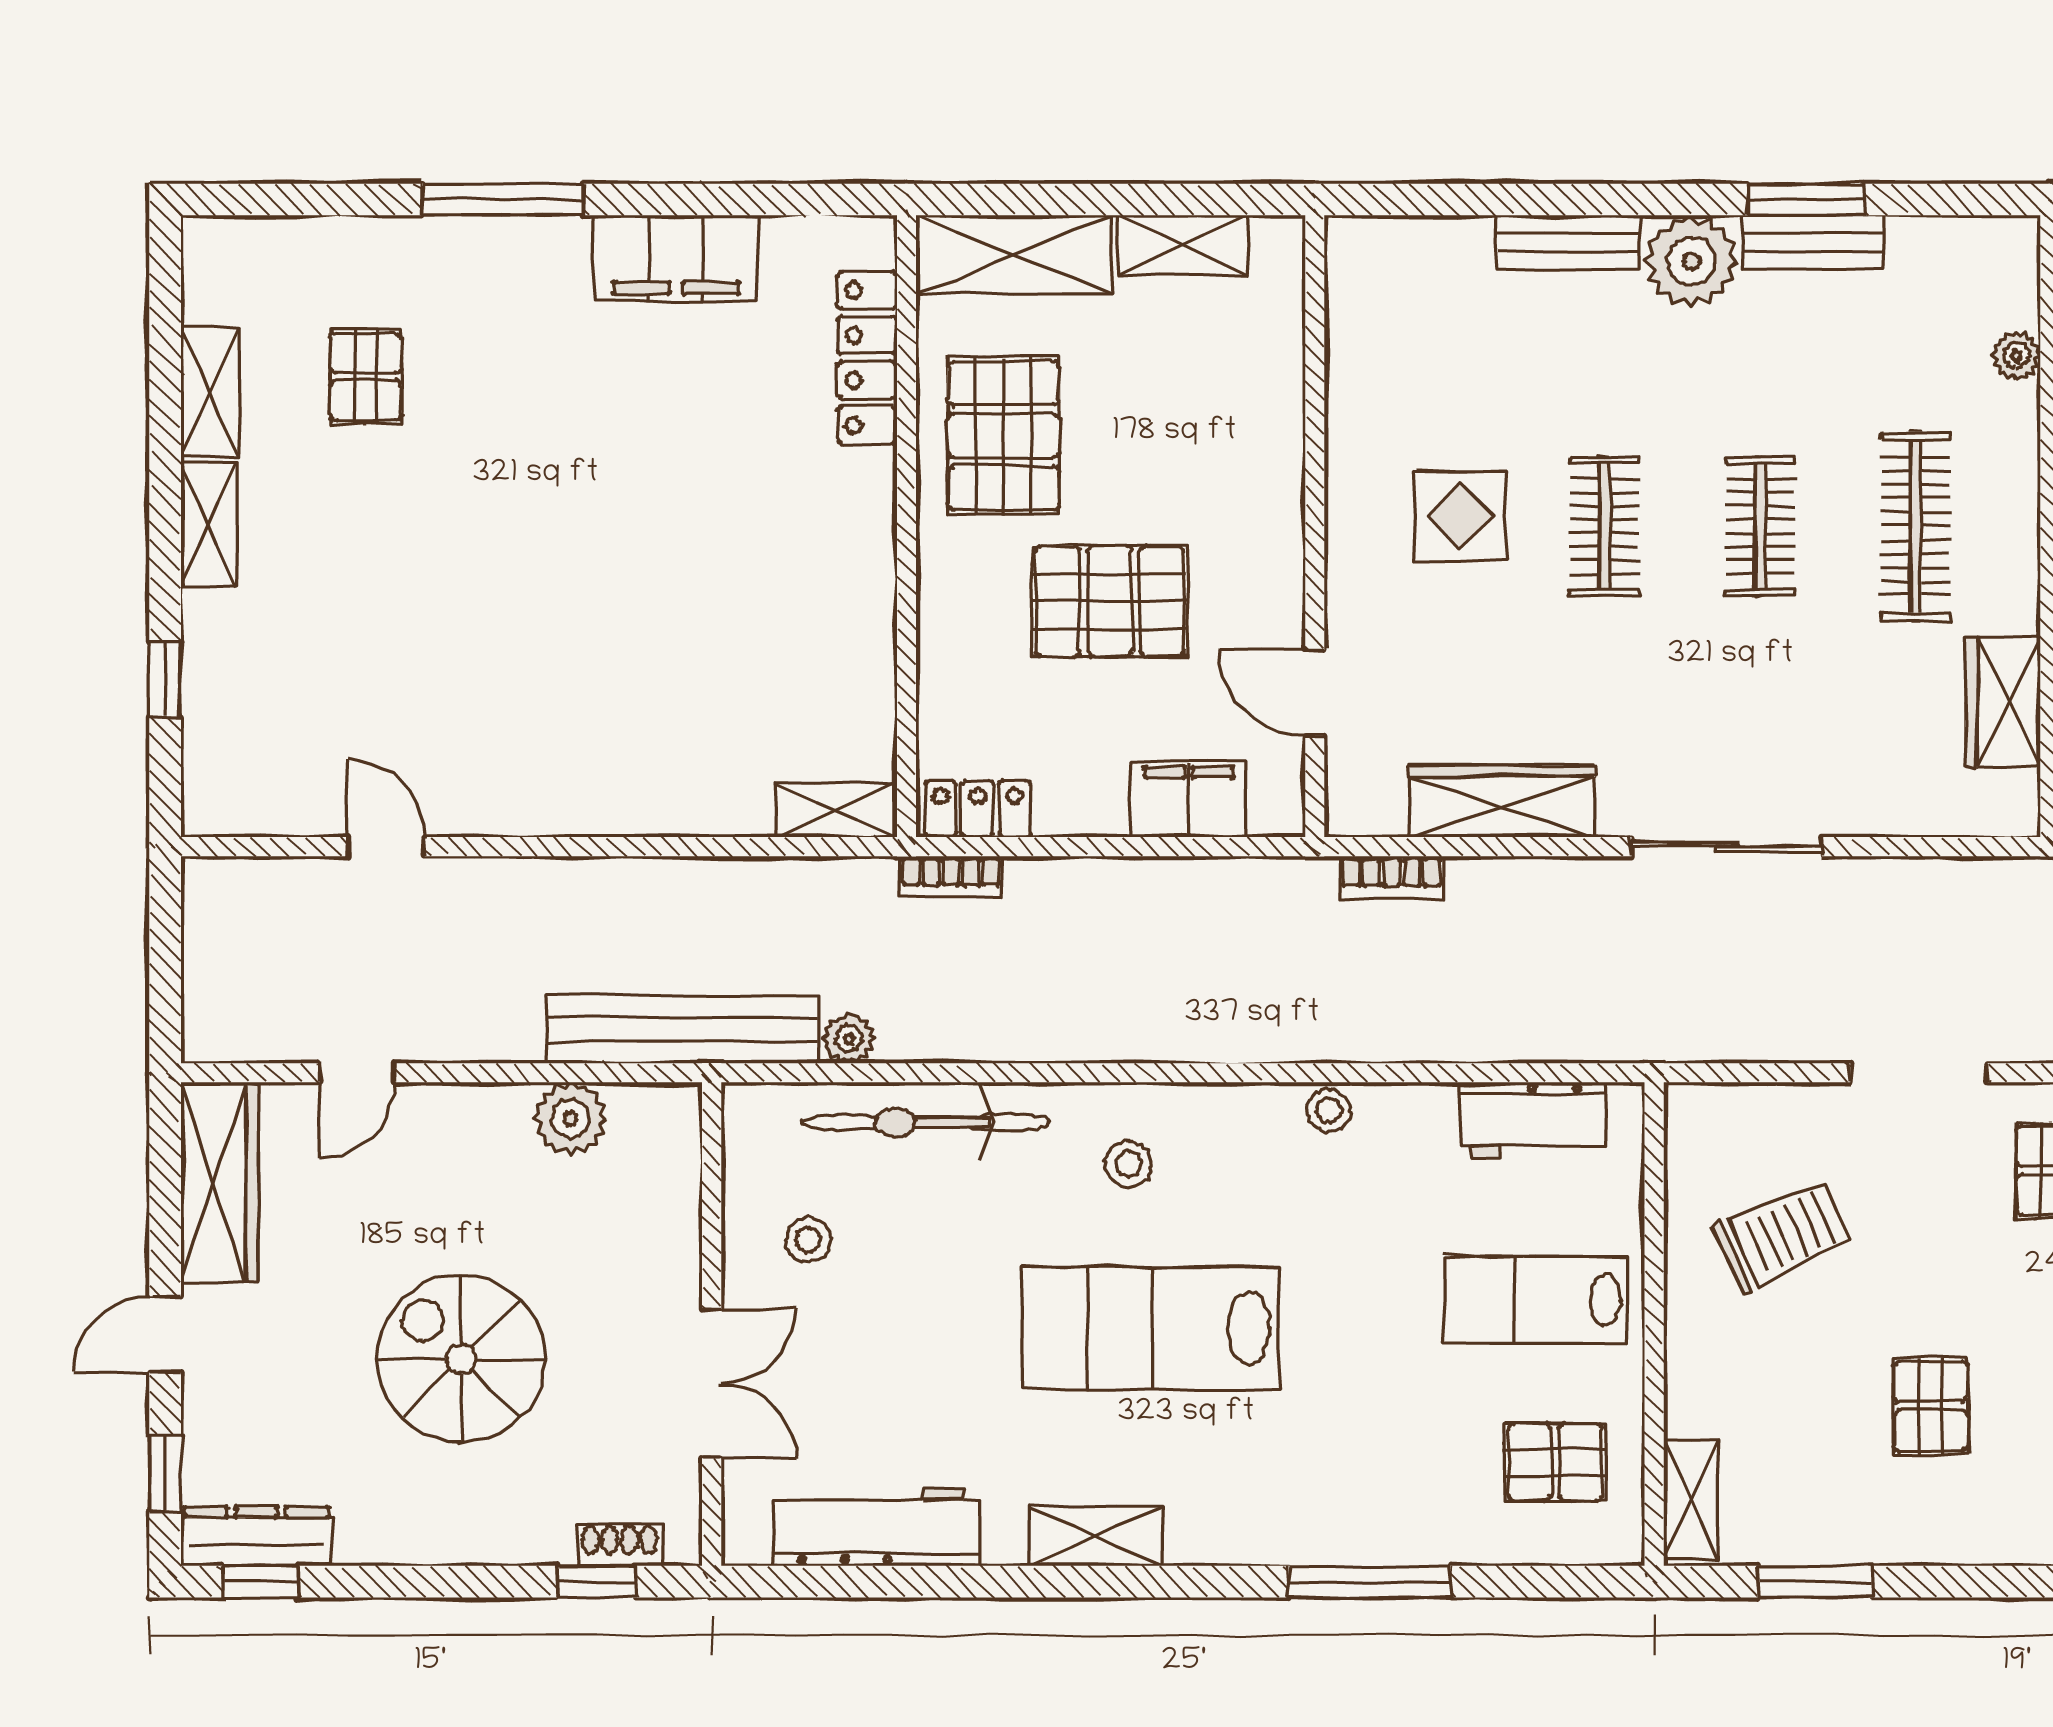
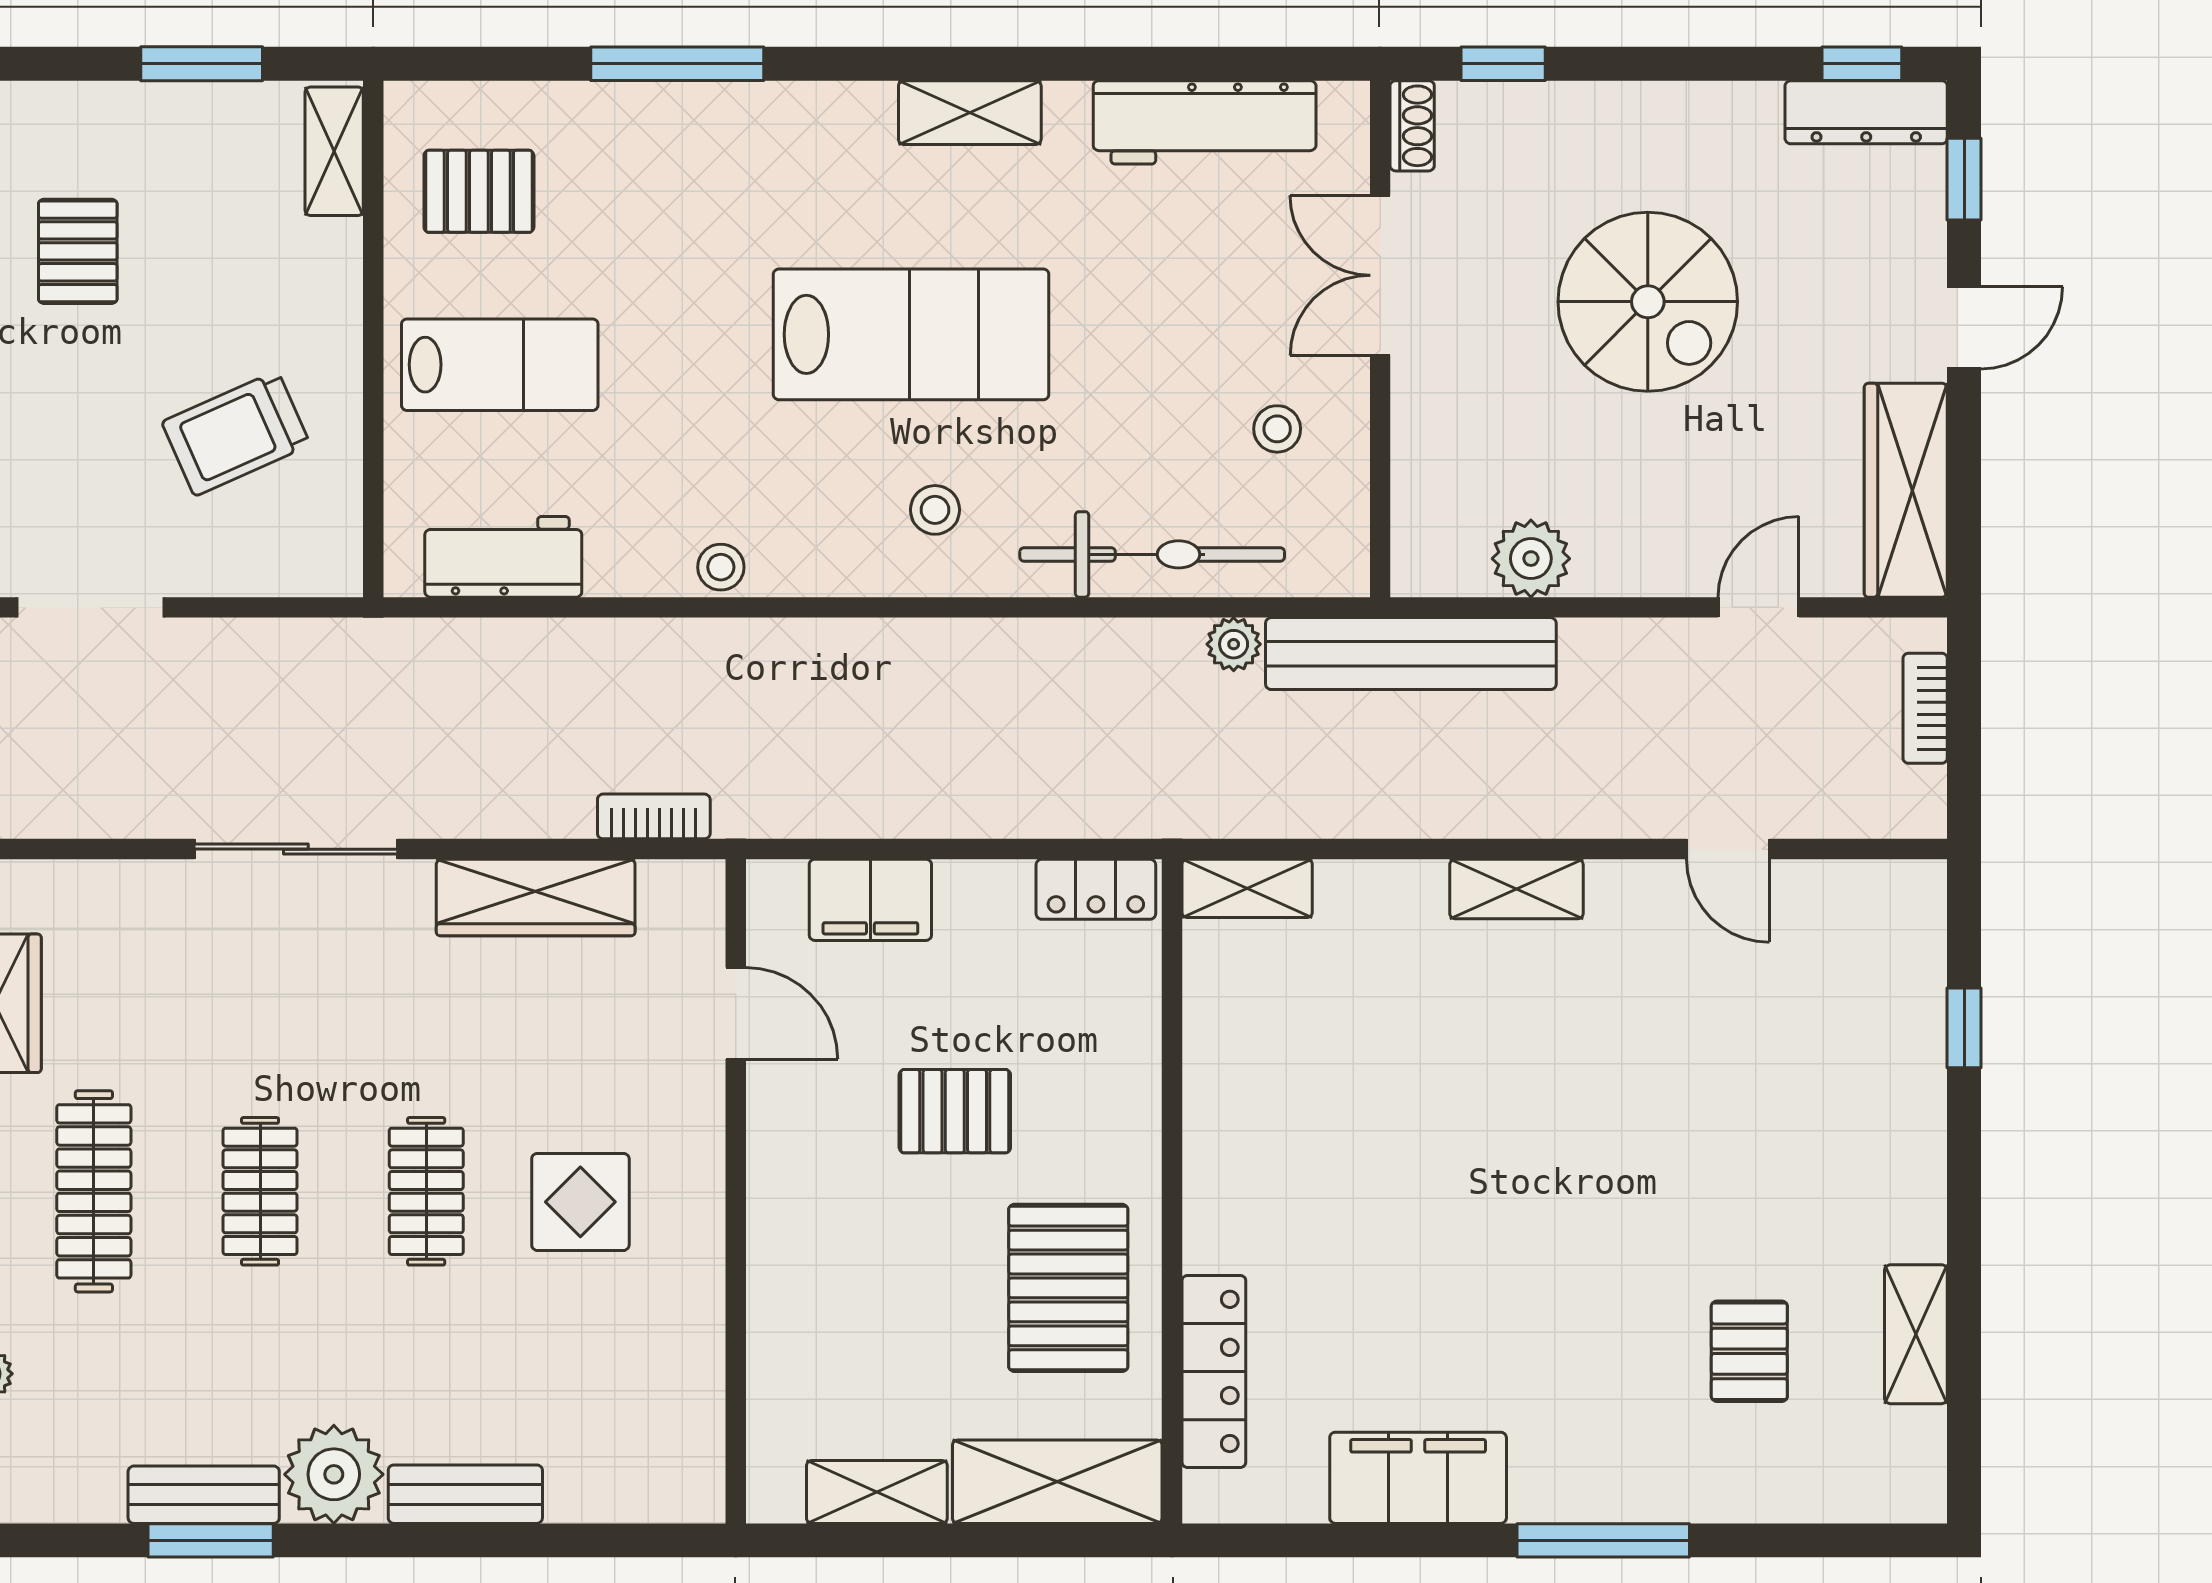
shelving: (209, 525) -> (1516, 889), moved, turned 90
pallet: (1110, 601) -> (955, 1111), width x0.67, depth x0.71
bookcase: (951, 877) -> (1925, 708), moved, turned -90
shoe rack: (620, 1545) -> (1412, 126), moved, turned -90

